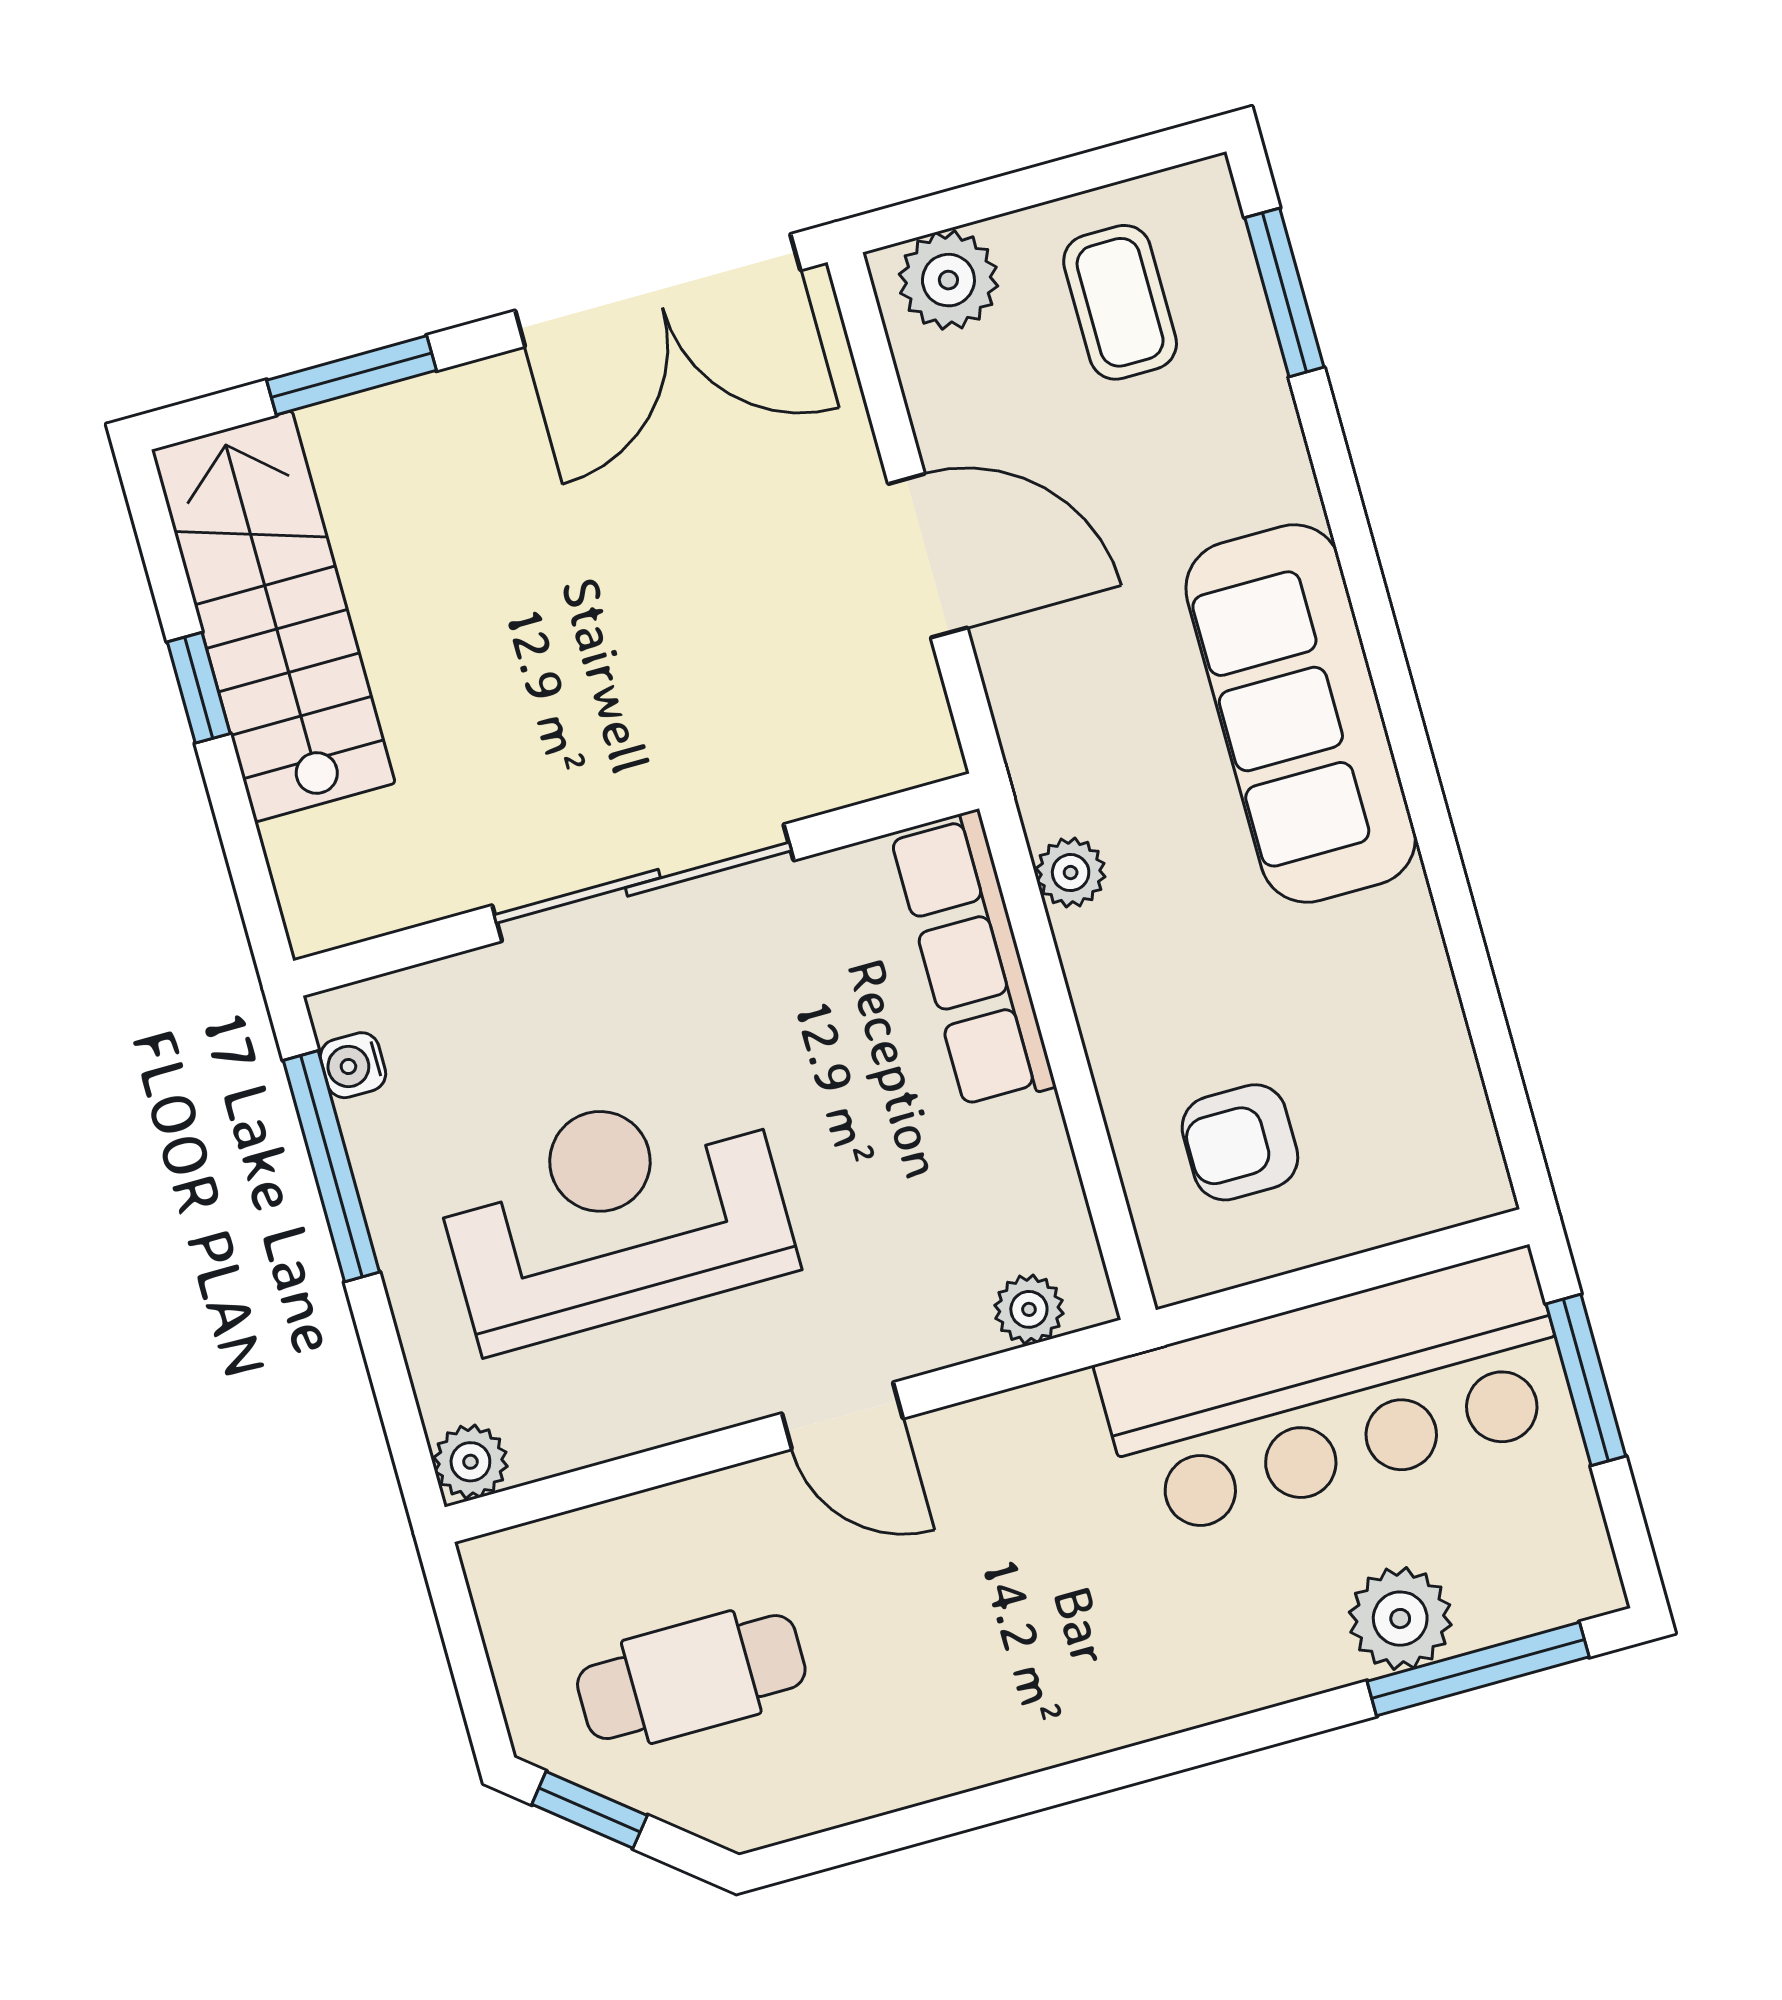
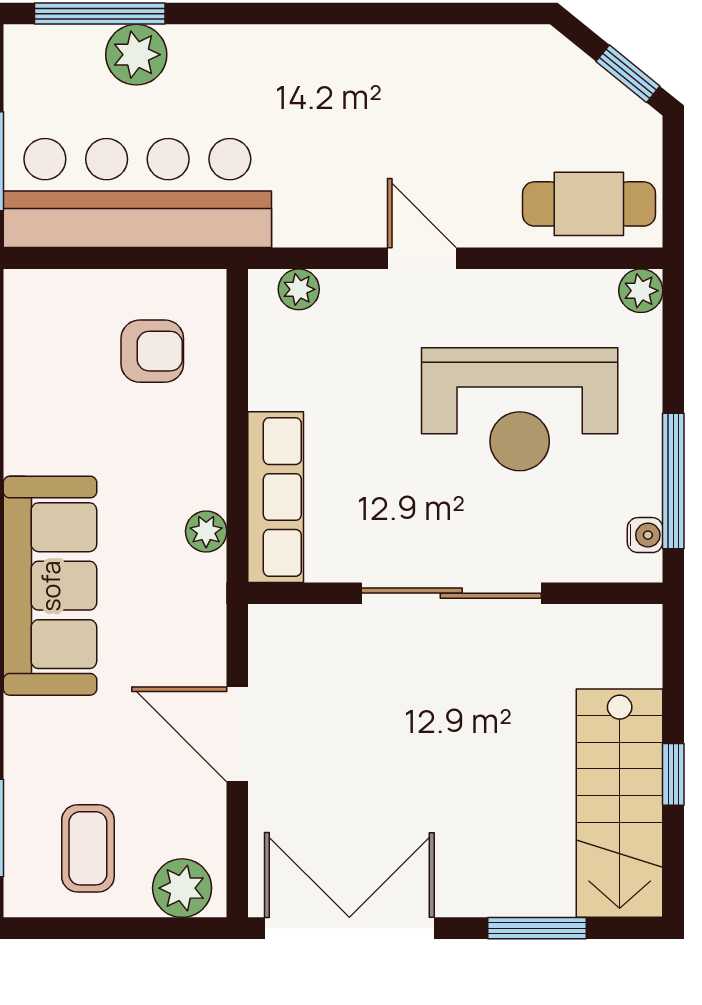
cafe table: (691, 1677) -> (589, 204), moved

